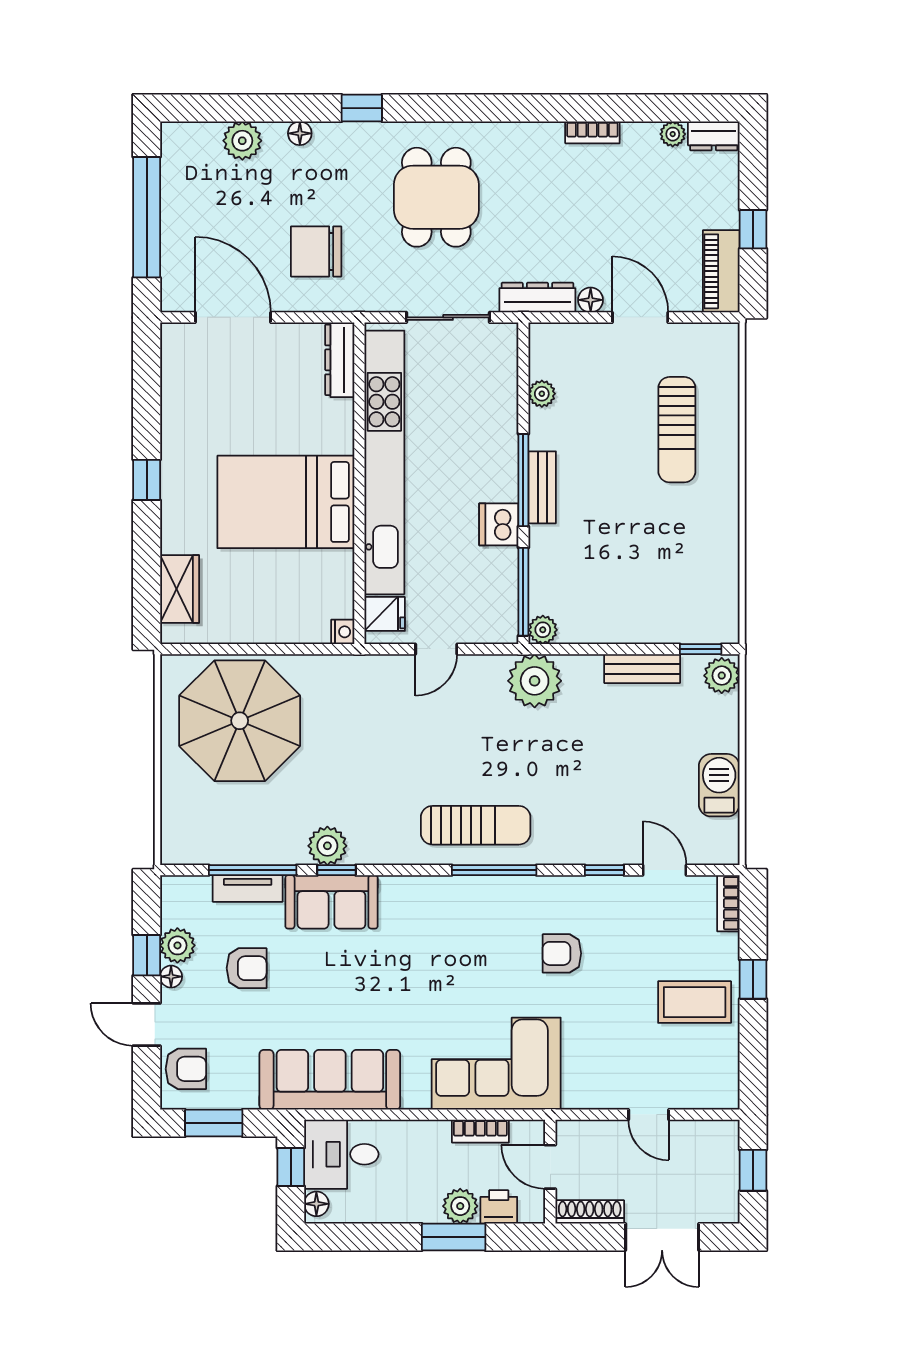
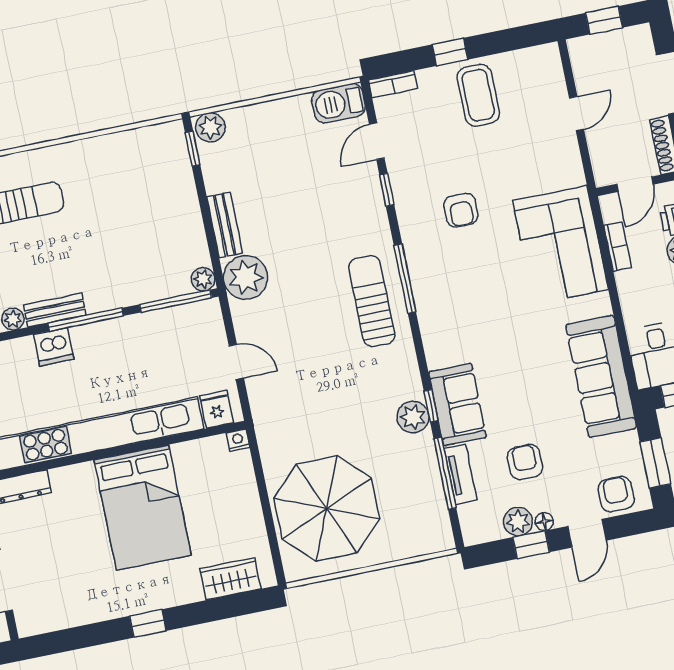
bench: (542, 487) -> (55, 310), moved
dishwasher: (499, 524) -> (54, 347), moved
bench: (642, 669) -> (225, 225), moved
barbecue: (719, 785) -> (339, 103), moved

